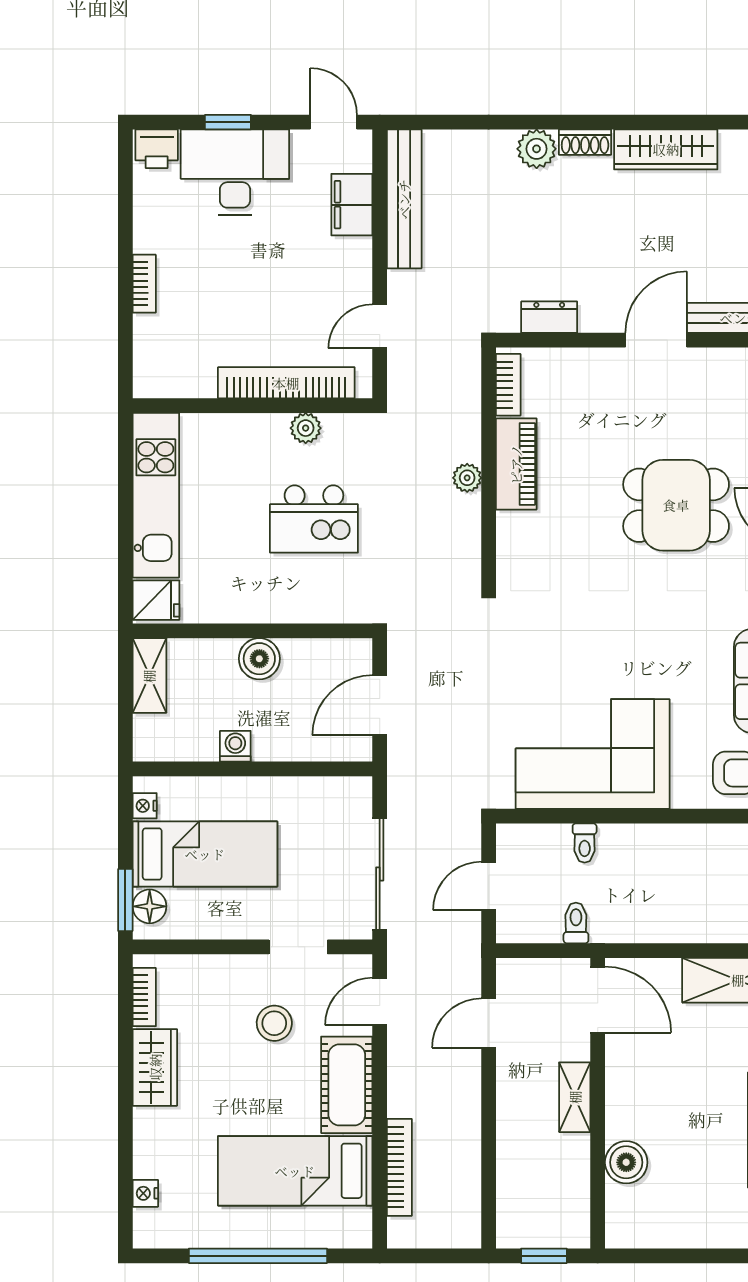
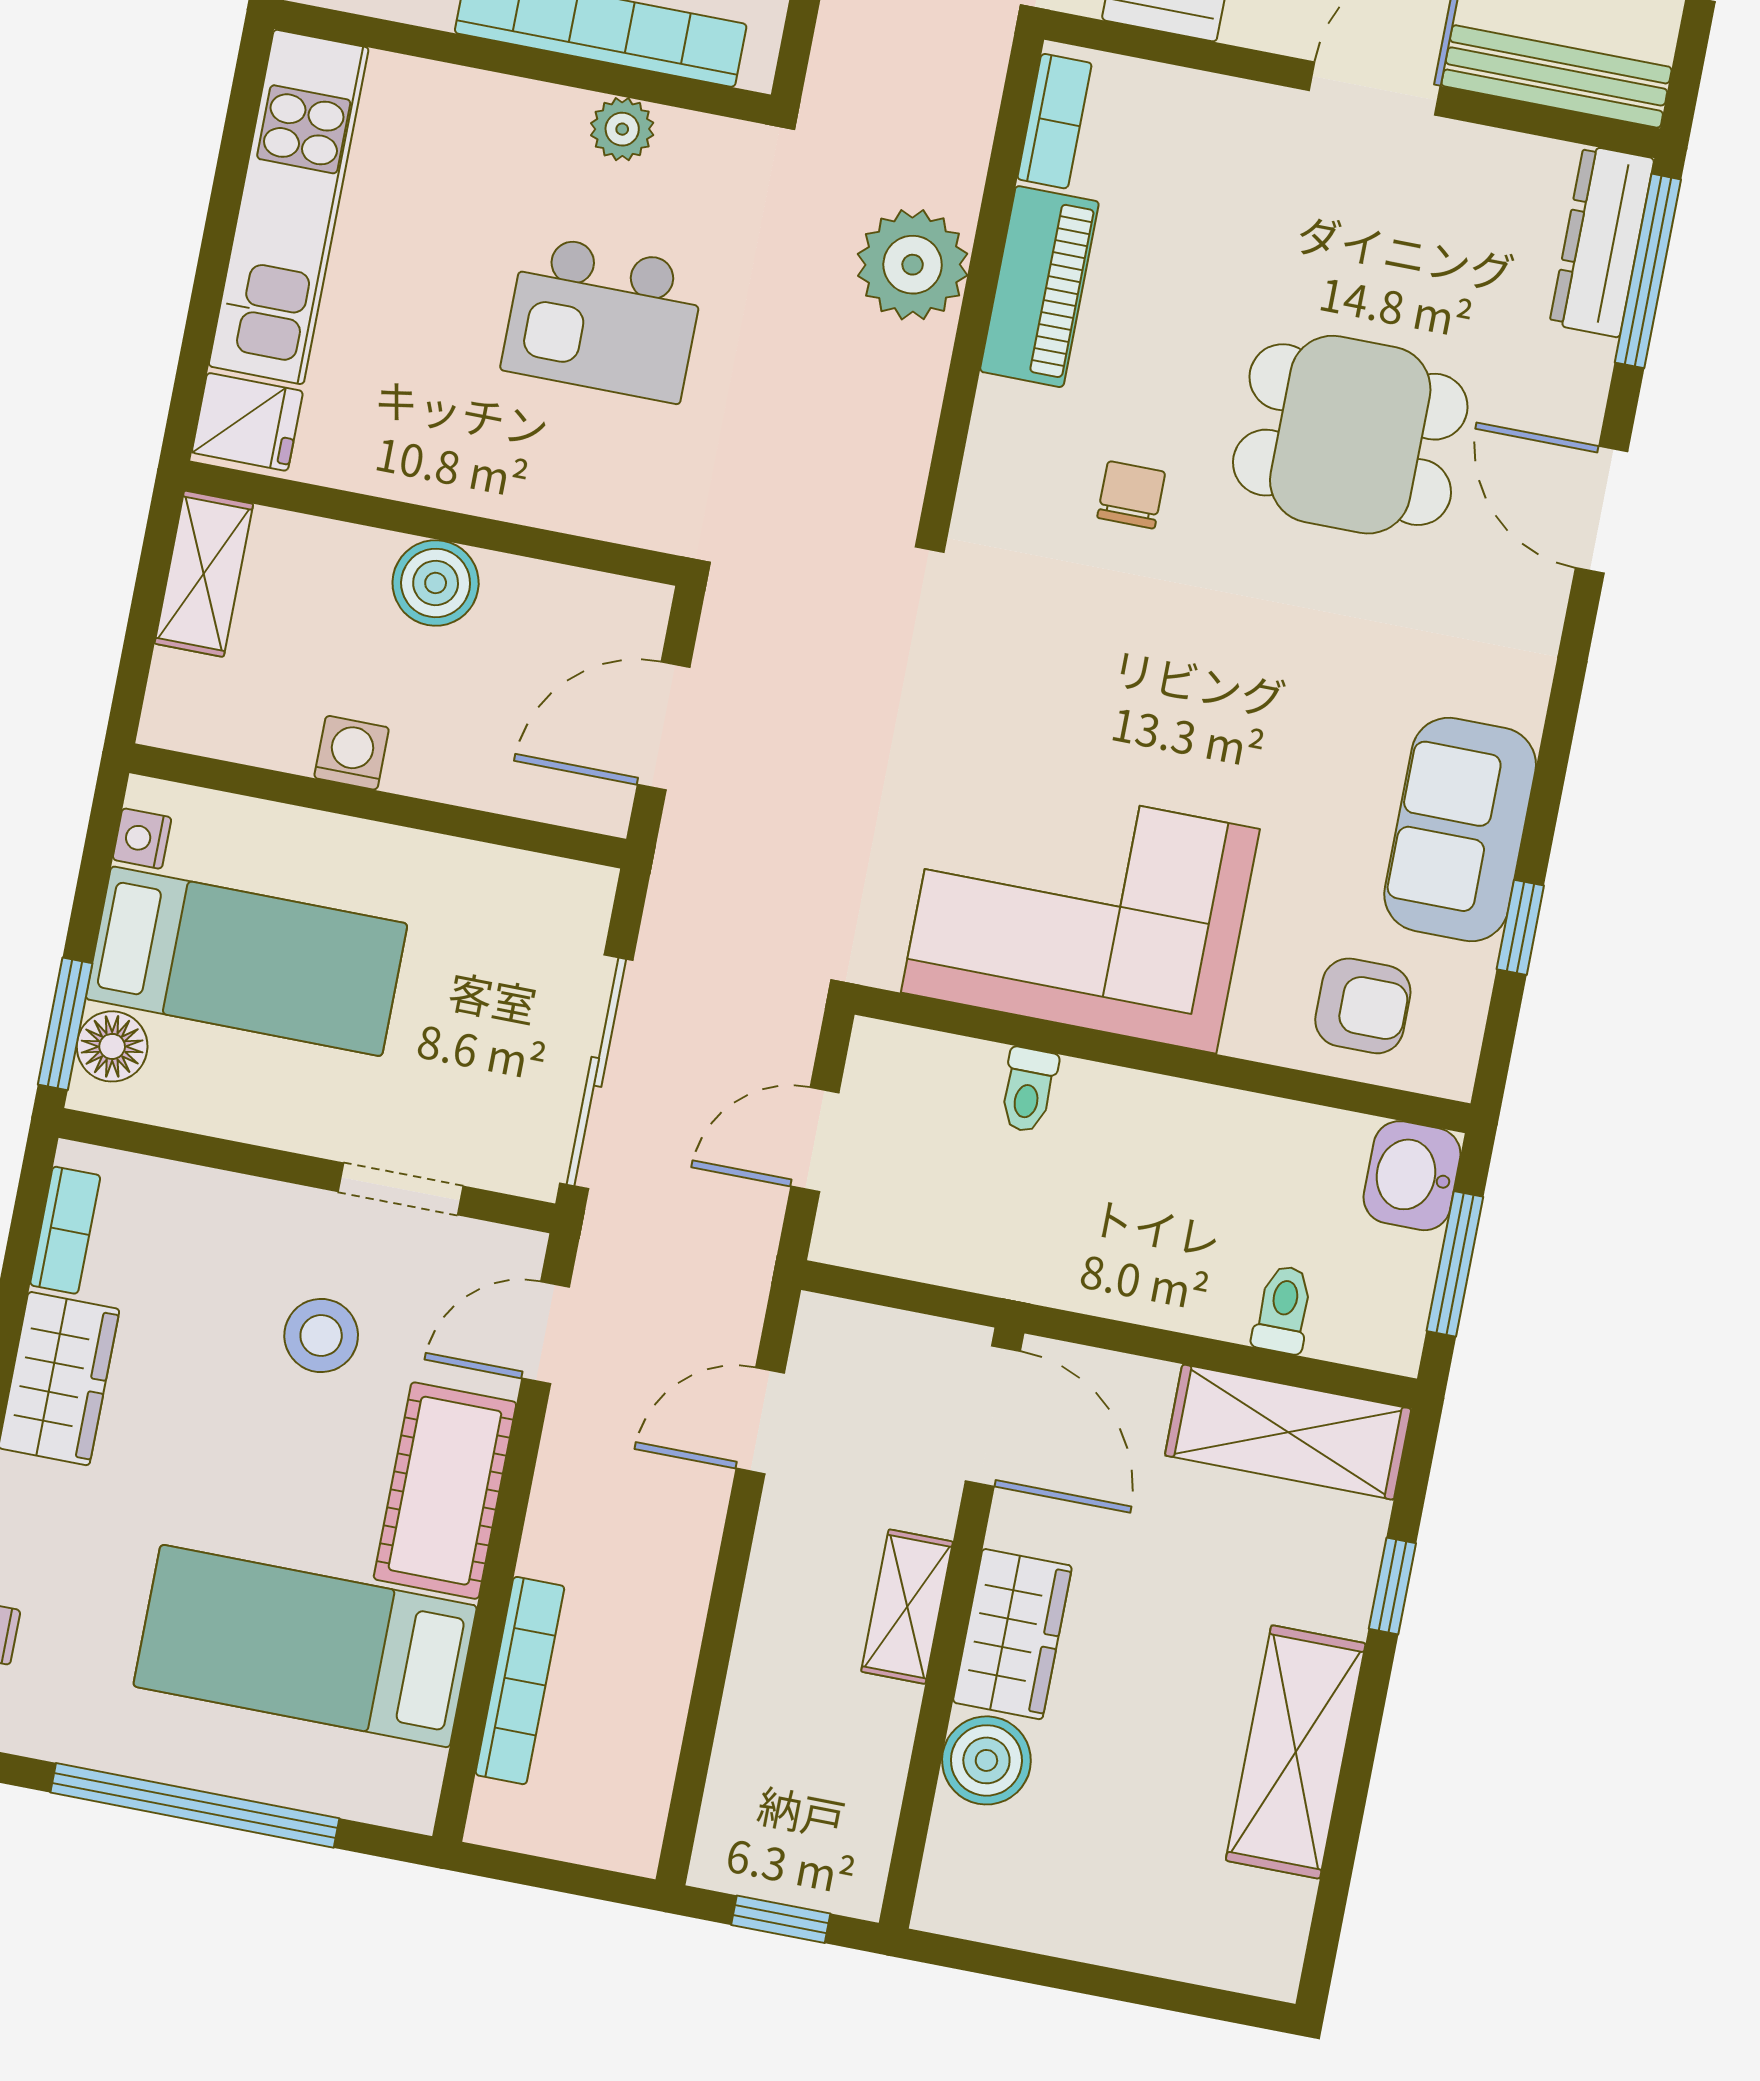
plant: (467, 478) -> (913, 265), width x1.87, depth x1.87
chair: (579, 554) -> (1131, 495), added
toilet: (576, 923) -> (1283, 1309), moved
wardrobe: (627, 1100) -> (1012, 1634), added

